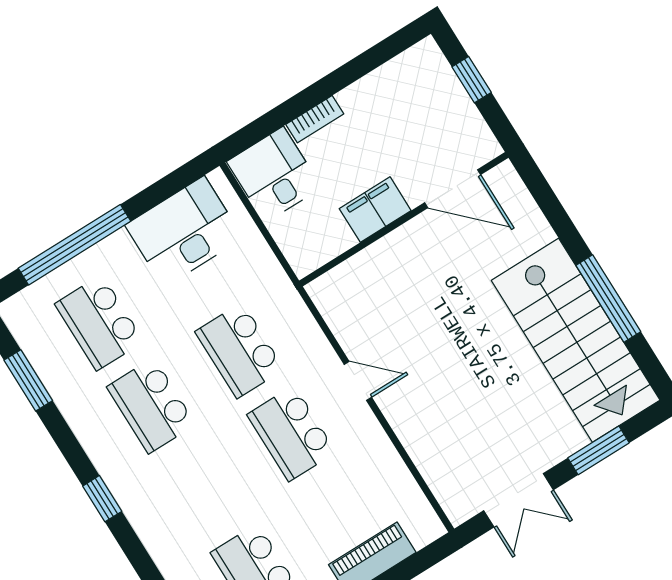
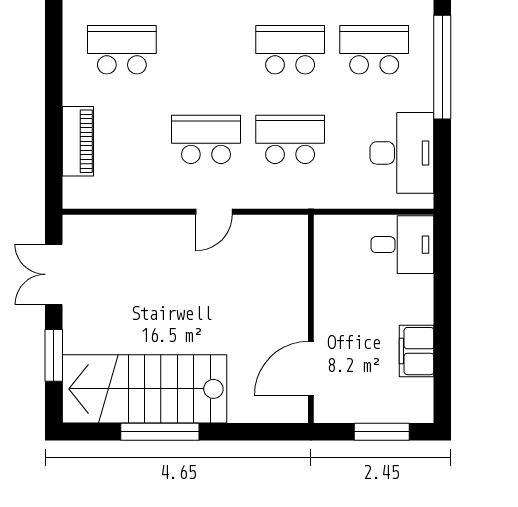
window: (472, 80) -> (382, 432), width x1.50
bookcase: (315, 119) -> (424, 299), removed
filing cabinet: (375, 210) -> (417, 351), moved, turned 180

